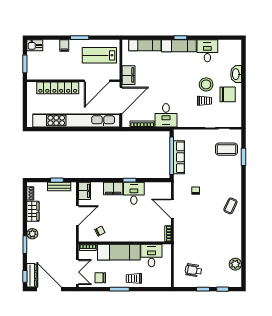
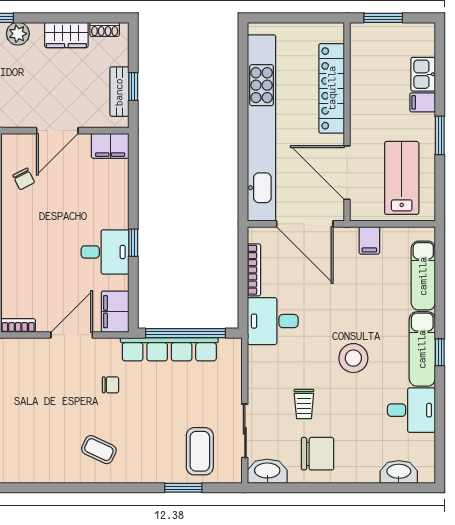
kitchen sink: (35, 45) -> (423, 74), moved
washbasin: (236, 74) -> (399, 472), moved
filing cabinet: (128, 75) -> (369, 240), width x0.50
stool: (206, 84) -> (353, 358), moved
chair: (228, 94) -> (318, 454), turned -90
washbasin: (236, 118) -> (267, 471), added
row of seats: (179, 157) -> (169, 349), width x1.36
filing cabinet: (113, 189) -> (115, 312), moved
coffee table: (230, 206) -> (99, 450), moved
door: (77, 215) -> (57, 131), hinge flipped

